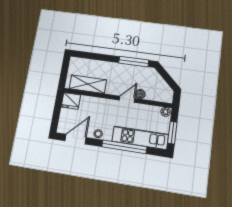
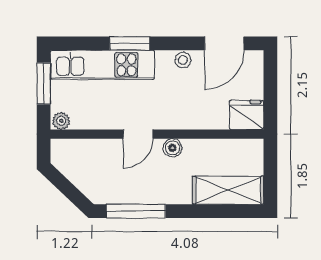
shelving: (88, 84) -> (228, 190), moved
boiler: (140, 94) -> (172, 148), moved
window: (124, 147) -> (130, 43), width x0.47

